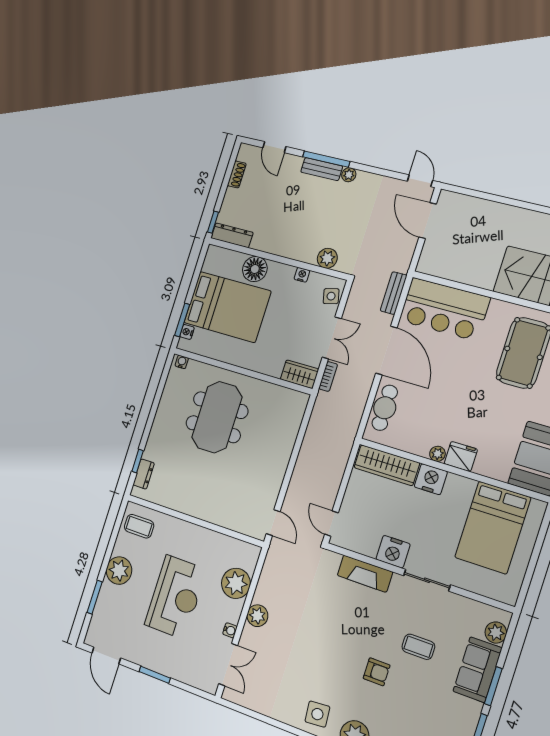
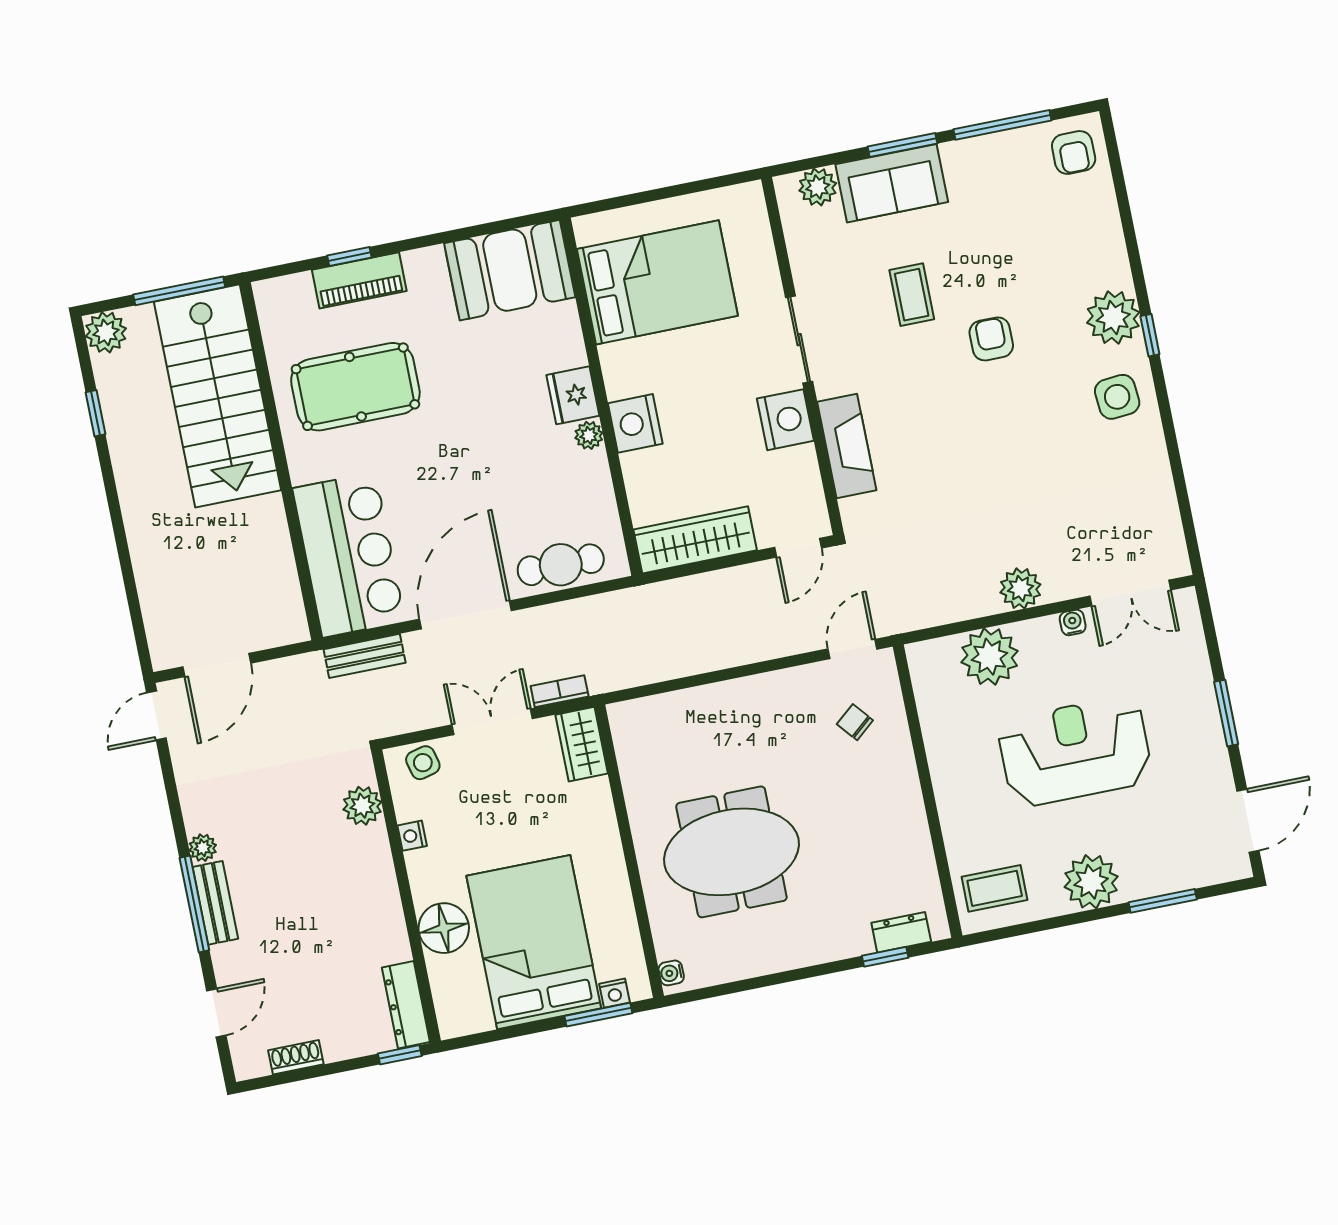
wardrobe: (387, 465) -> (695, 540), moved, turned -90
chair: (241, 505) -> (855, 722), added
coffee table: (139, 526) -> (995, 888), turned 90
double door: (228, 665) -> (1130, 593), swing flipped

